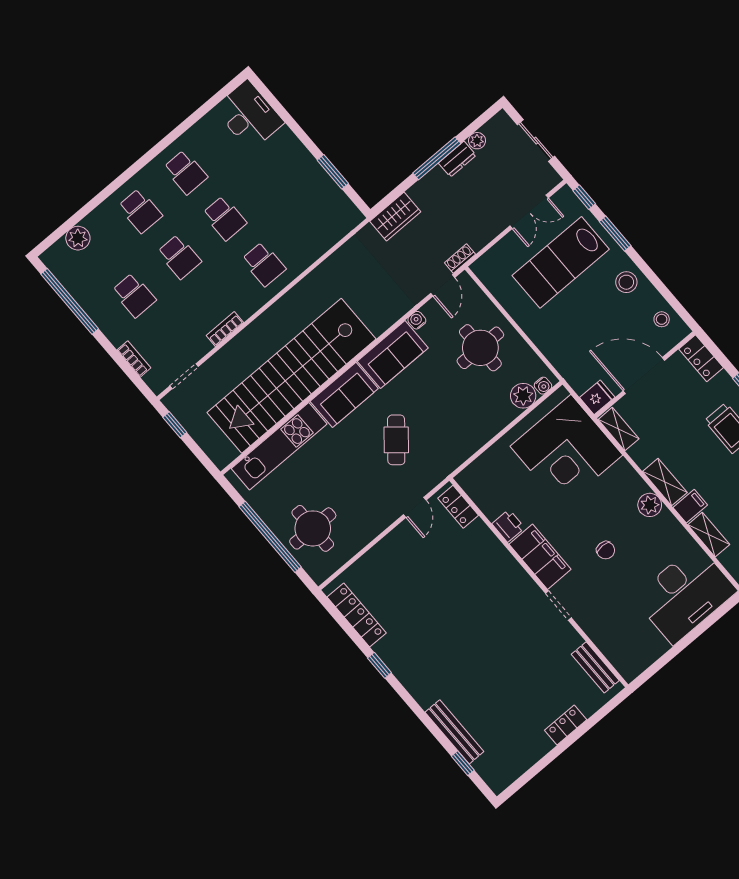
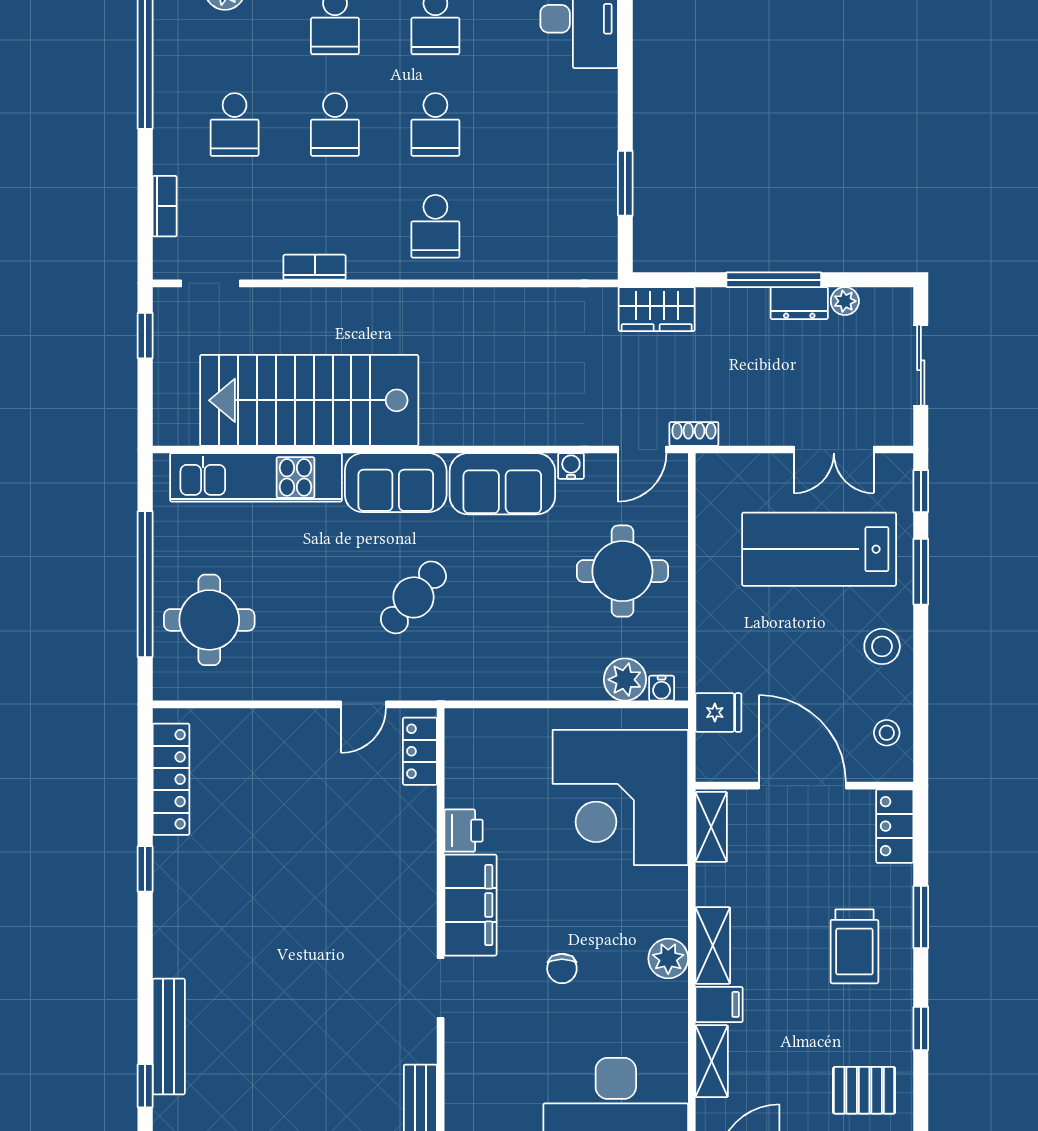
stairs: (291, 376) -> (309, 400), width x0.73
fridge: (597, 397) -> (718, 712), moved

